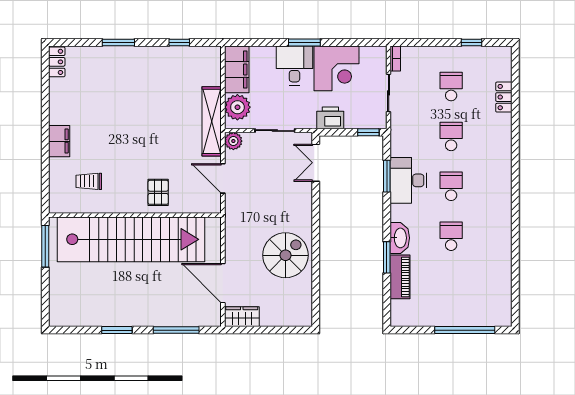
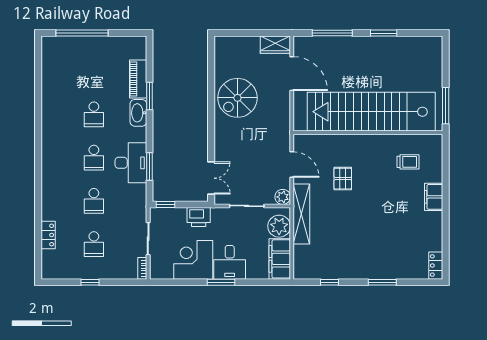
window: (471, 43) -> (90, 282), moved
pallet: (158, 192) -> (343, 179), moved

